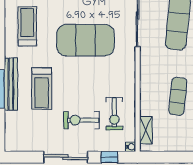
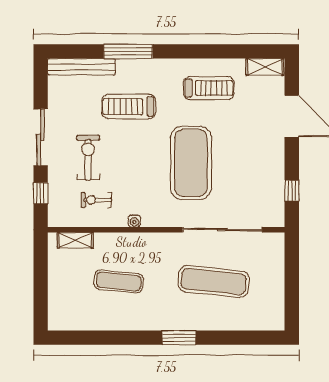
bench: (11, 84) -> (81, 67), moved
exercise bike: (114, 114) -> (96, 200), width x0.73, depth x0.72
water cooler: (131, 147) -> (134, 221), moved

